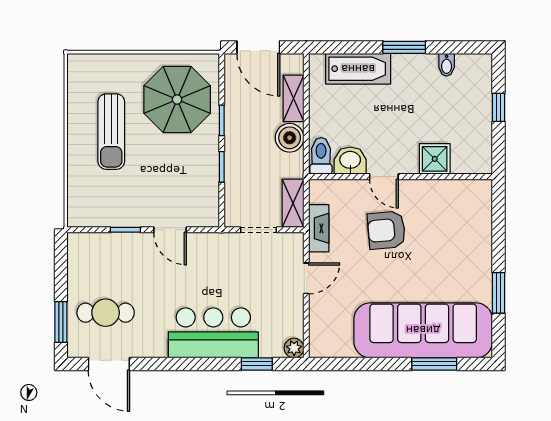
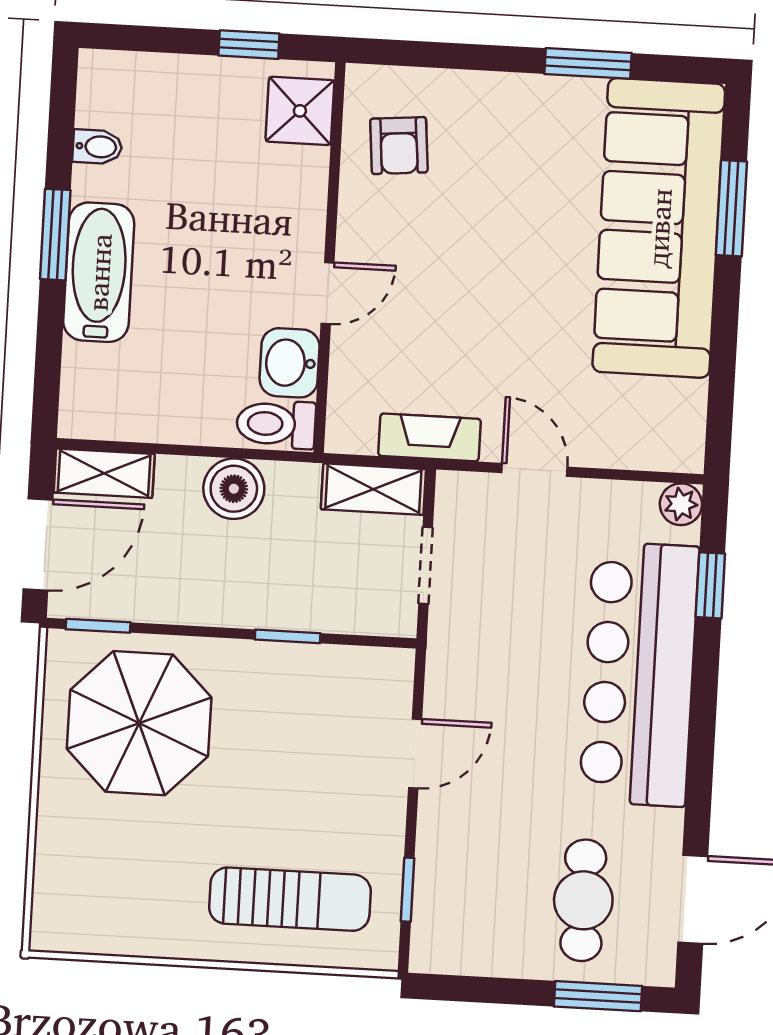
bathtub: (358, 69) -> (99, 272), moved
shelving: (293, 98) -> (104, 473), moved
window: (498, 107) -> (249, 45), moved
window: (222, 120) -> (98, 626), moved
sun lounger: (111, 132) -> (290, 899), moved
shower: (435, 159) -> (300, 111), moved
window: (125, 230) -> (407, 890), moved
armchair: (386, 230) -> (399, 146), moved, width x0.72, depth x0.72
bar counter: (213, 333) -> (639, 674), width x1.36

